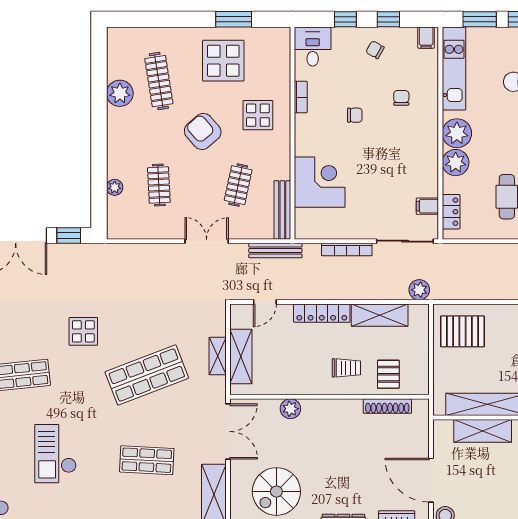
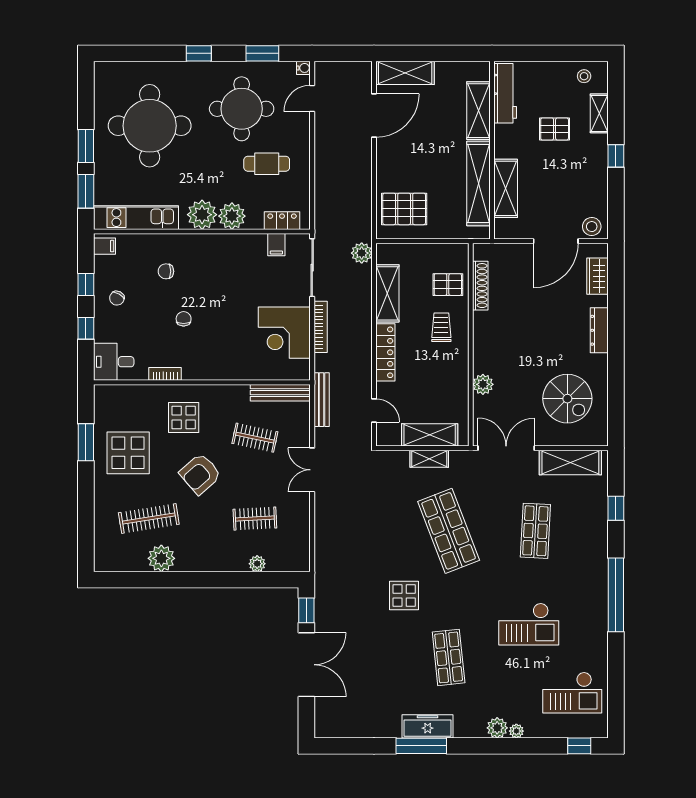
corner desk: (320, 182) -> (284, 333), moved, turned -90
pallet: (462, 331) -> (404, 209), turned 90

